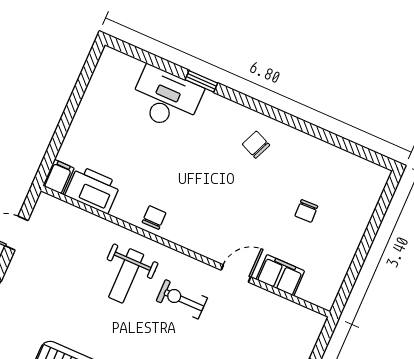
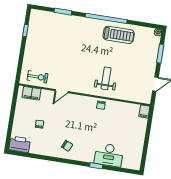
printer: (93, 189) -> (20, 144), moved, turned 180
filing cabinet: (280, 275) -> (31, 93), moved
exercise bike: (182, 299) -> (38, 77), moved

